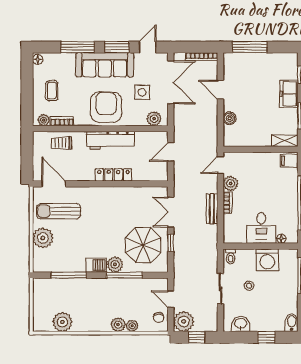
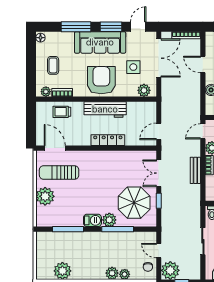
door: (171, 152) -> (159, 131), moved

